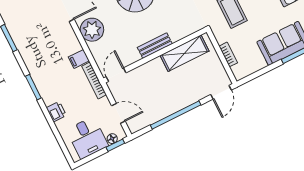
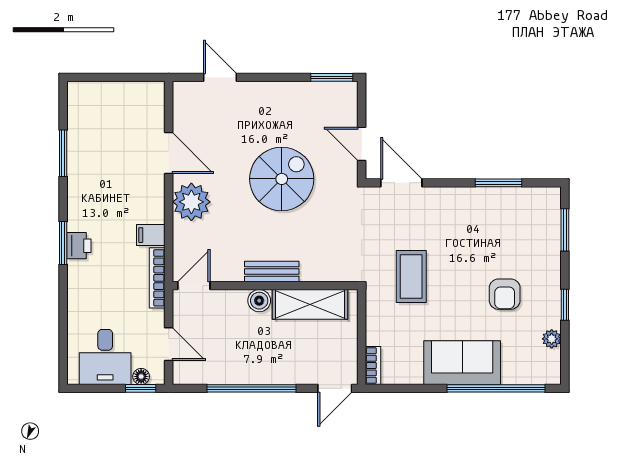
bookcase: (228, 54) -> (373, 366), moved
boiler: (156, 65) -> (259, 301), added
printer: (56, 112) -> (79, 246), moved

